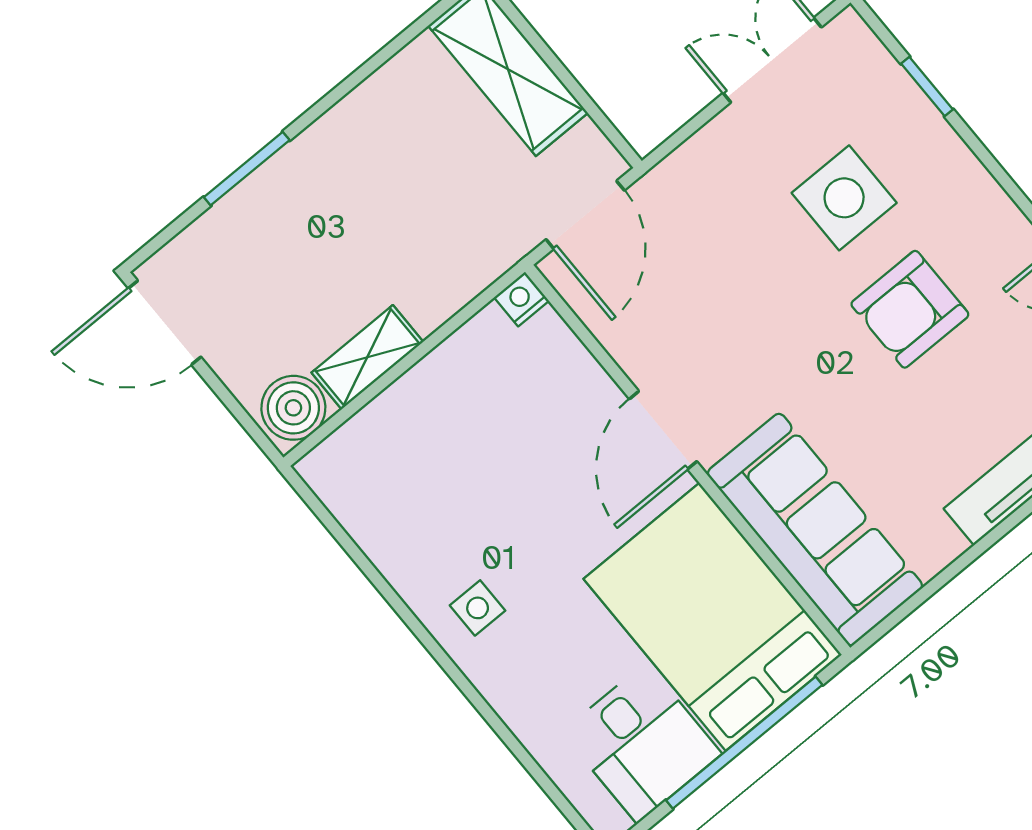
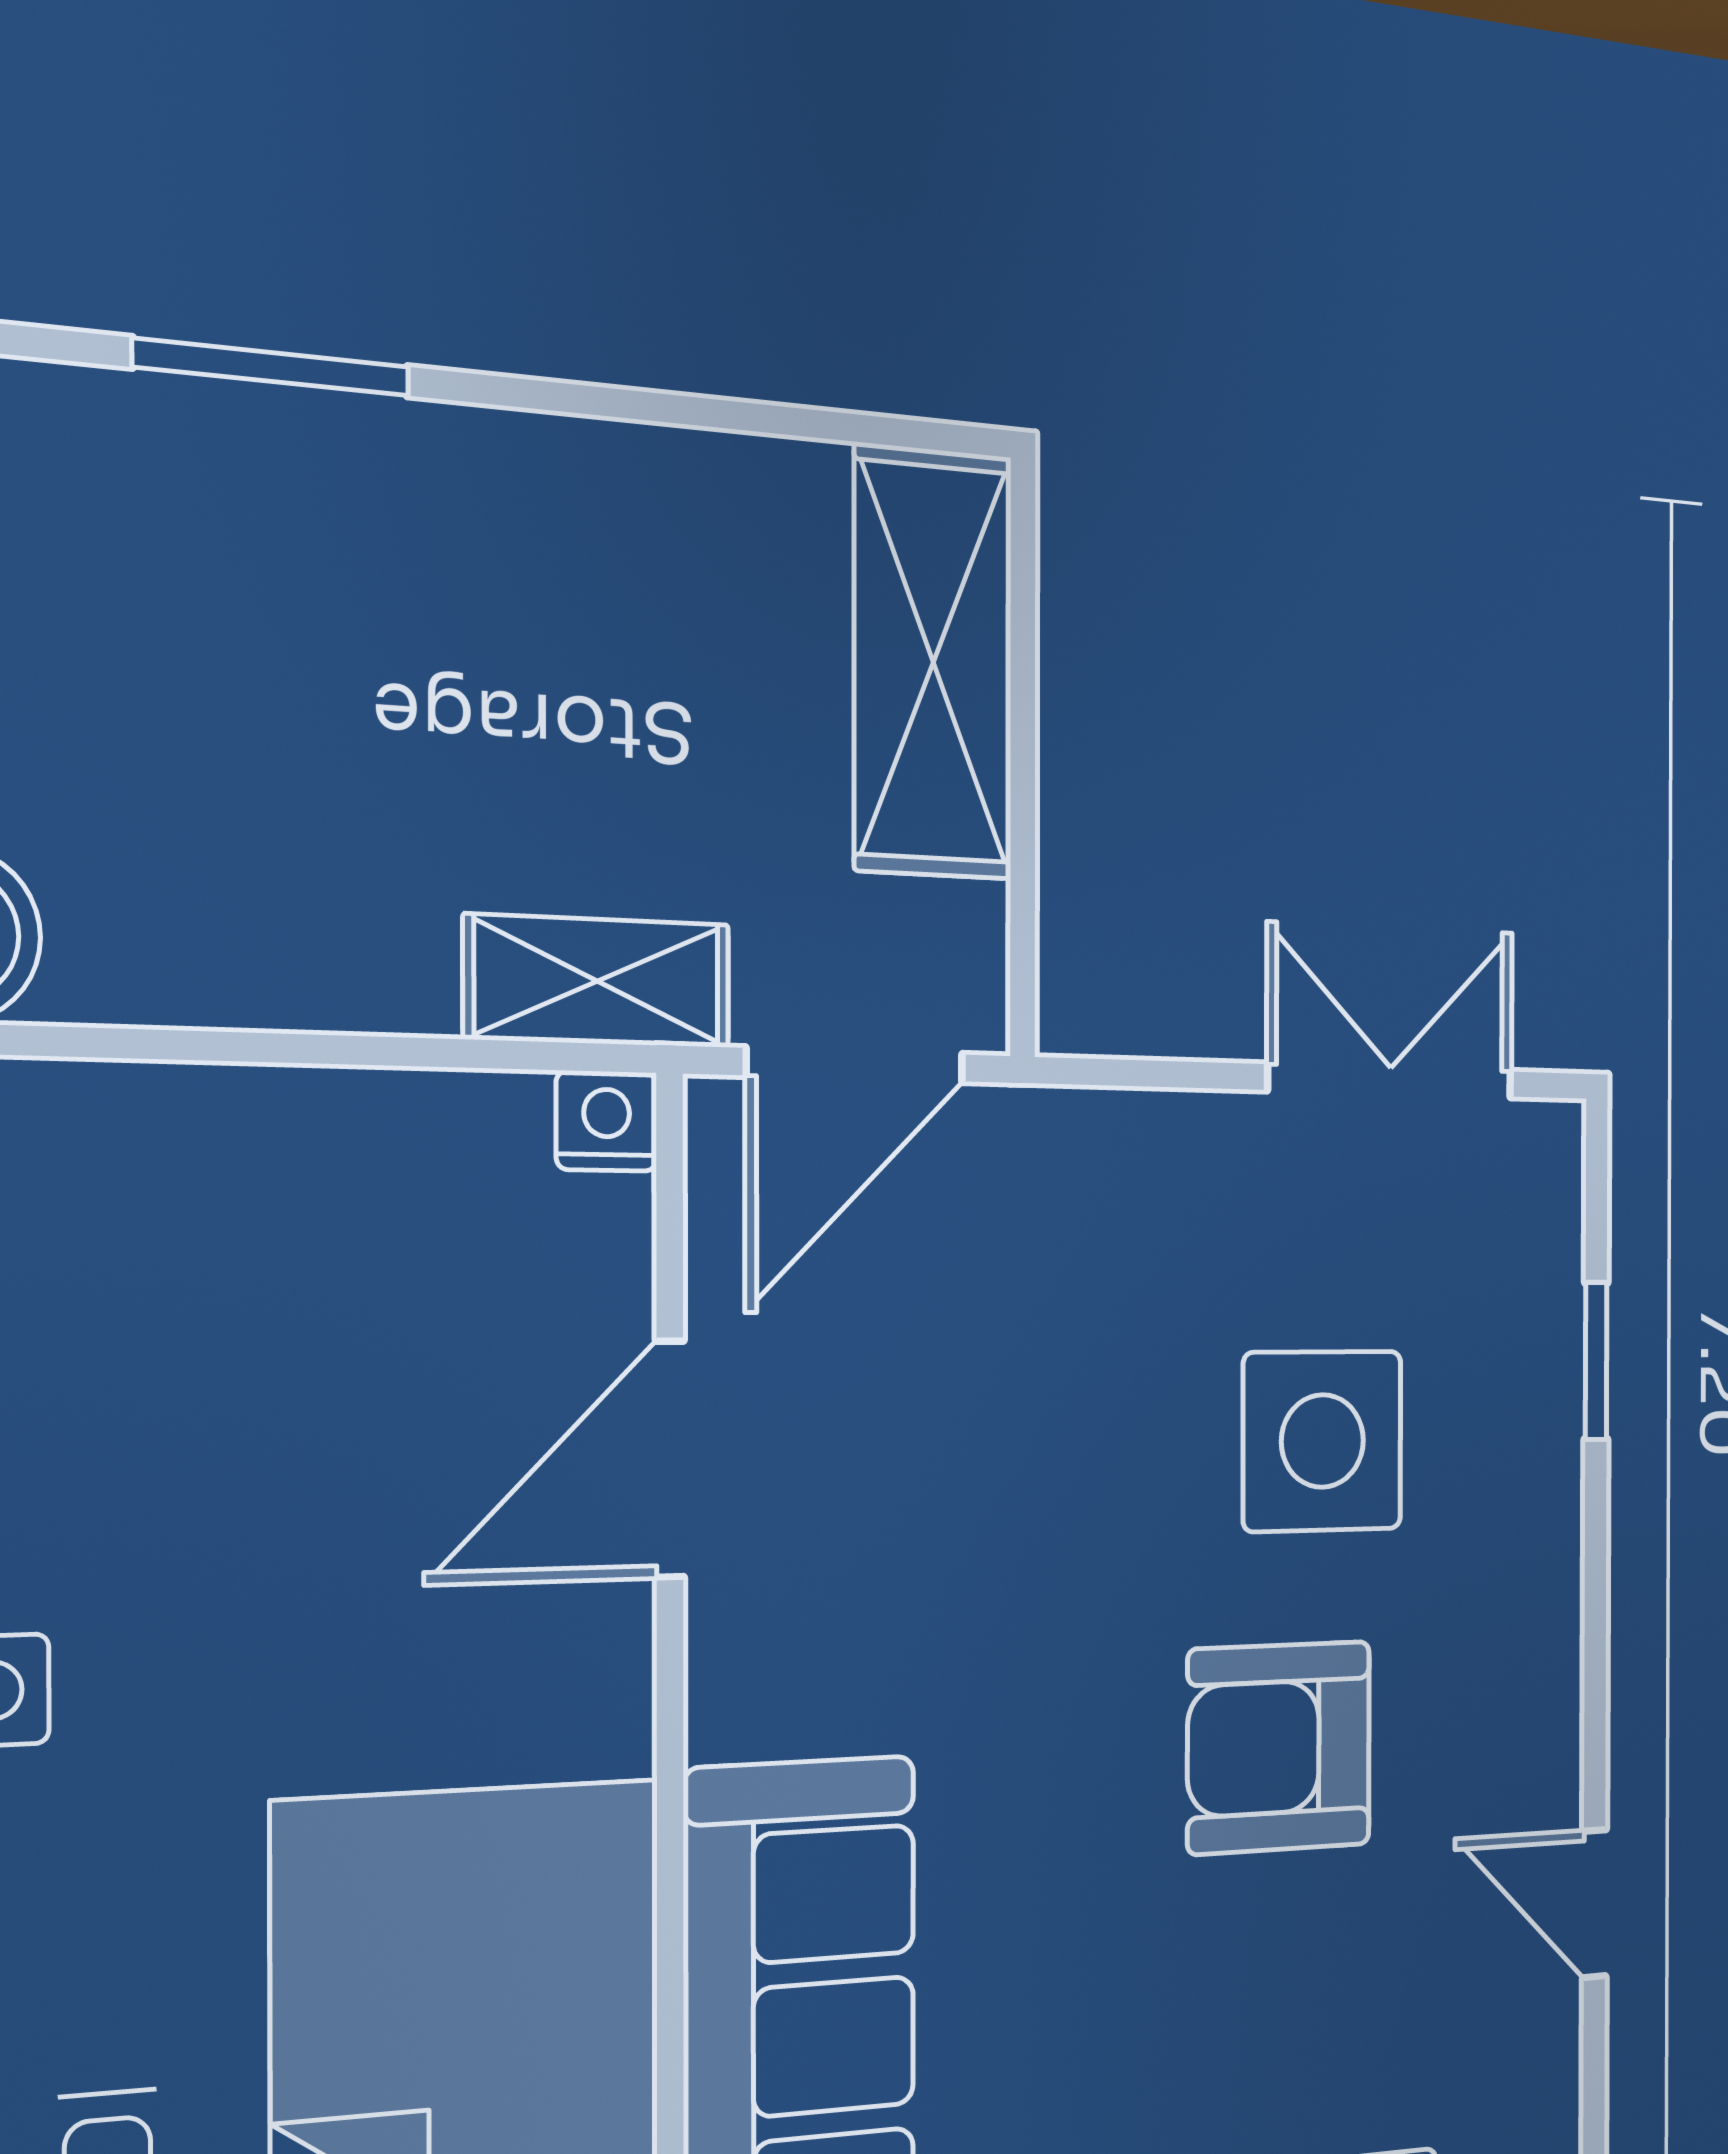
shelving: (367, 357) -> (597, 981), moved
door: (663, 430) -> (670, 1459), moved

